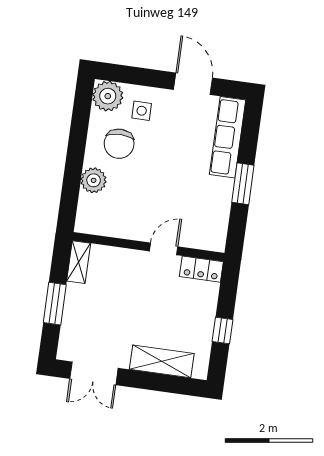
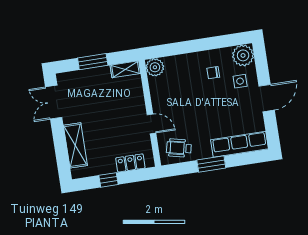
door: (193, 84) -> (267, 98), moved
chair: (119, 144) -> (213, 73), width x0.54, depth x0.54
plant: (94, 180) -> (155, 67), moved
wheelchair: (208, 221) -> (179, 148), added
locker: (201, 269) -> (130, 163), moved, turned 90

